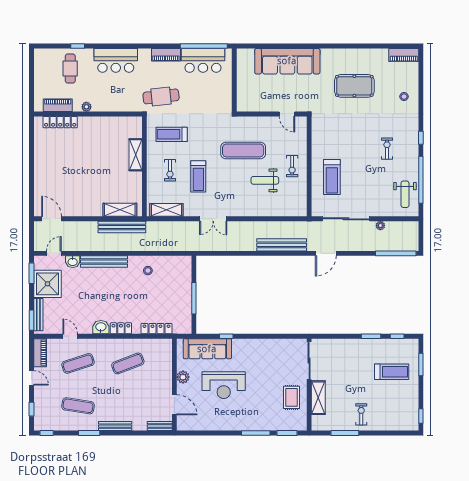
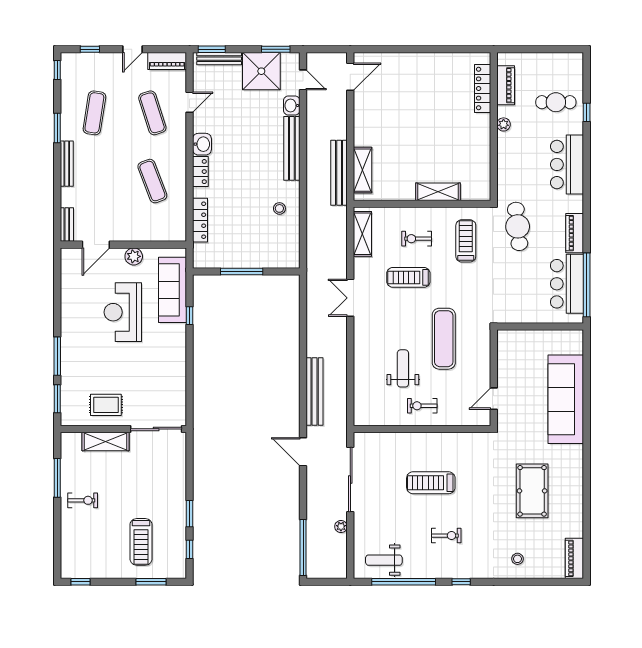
treadmill: (332, 177) -> (431, 483), moved

